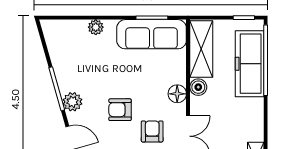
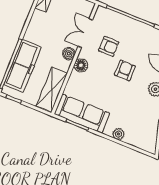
boiler: (198, 87) -> (69, 54), moved
armchair: (120, 110) -> (125, 70), turned -90
armchair: (152, 131) -> (109, 46), turned -90

